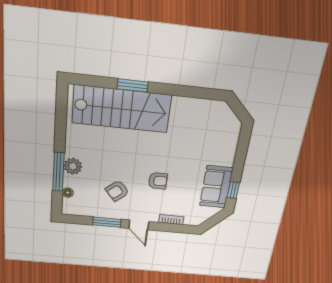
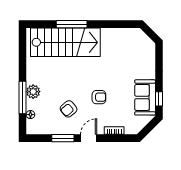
window: (133, 85) -> (72, 24), width x1.44
door: (139, 225) -> (89, 138), swing flipped

